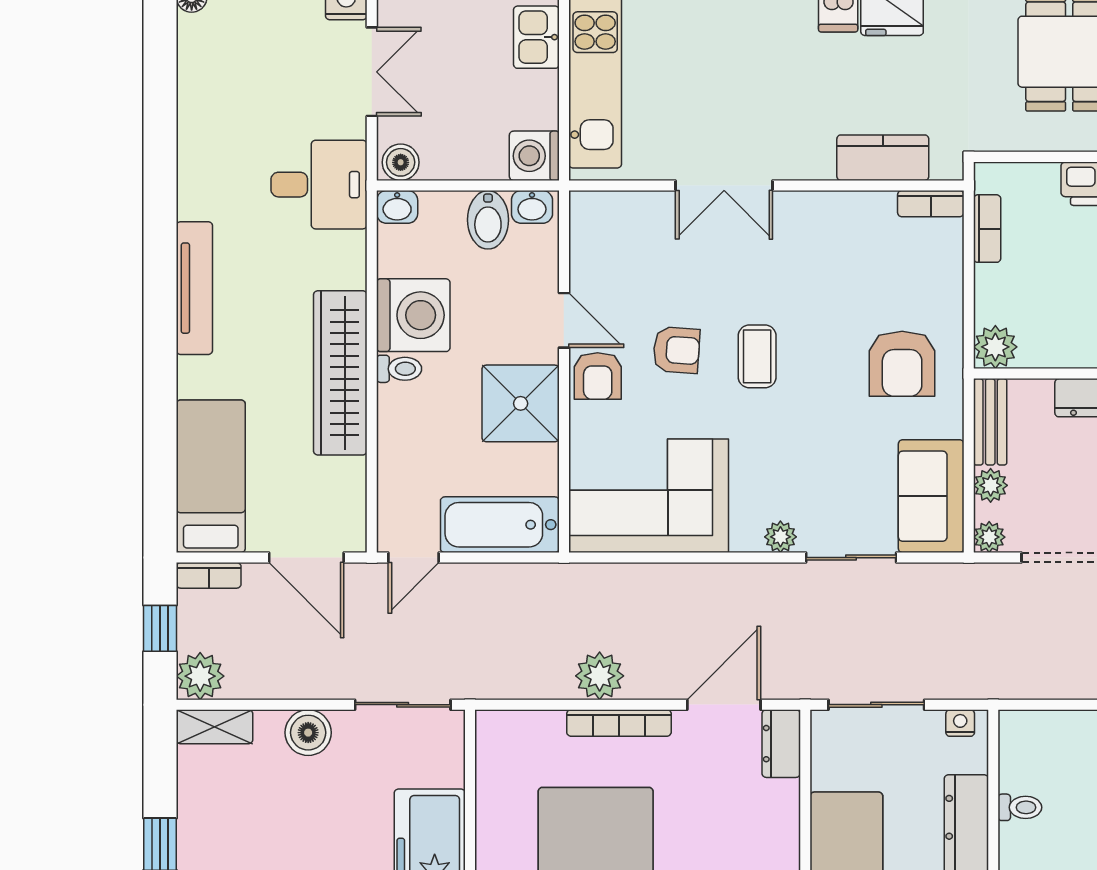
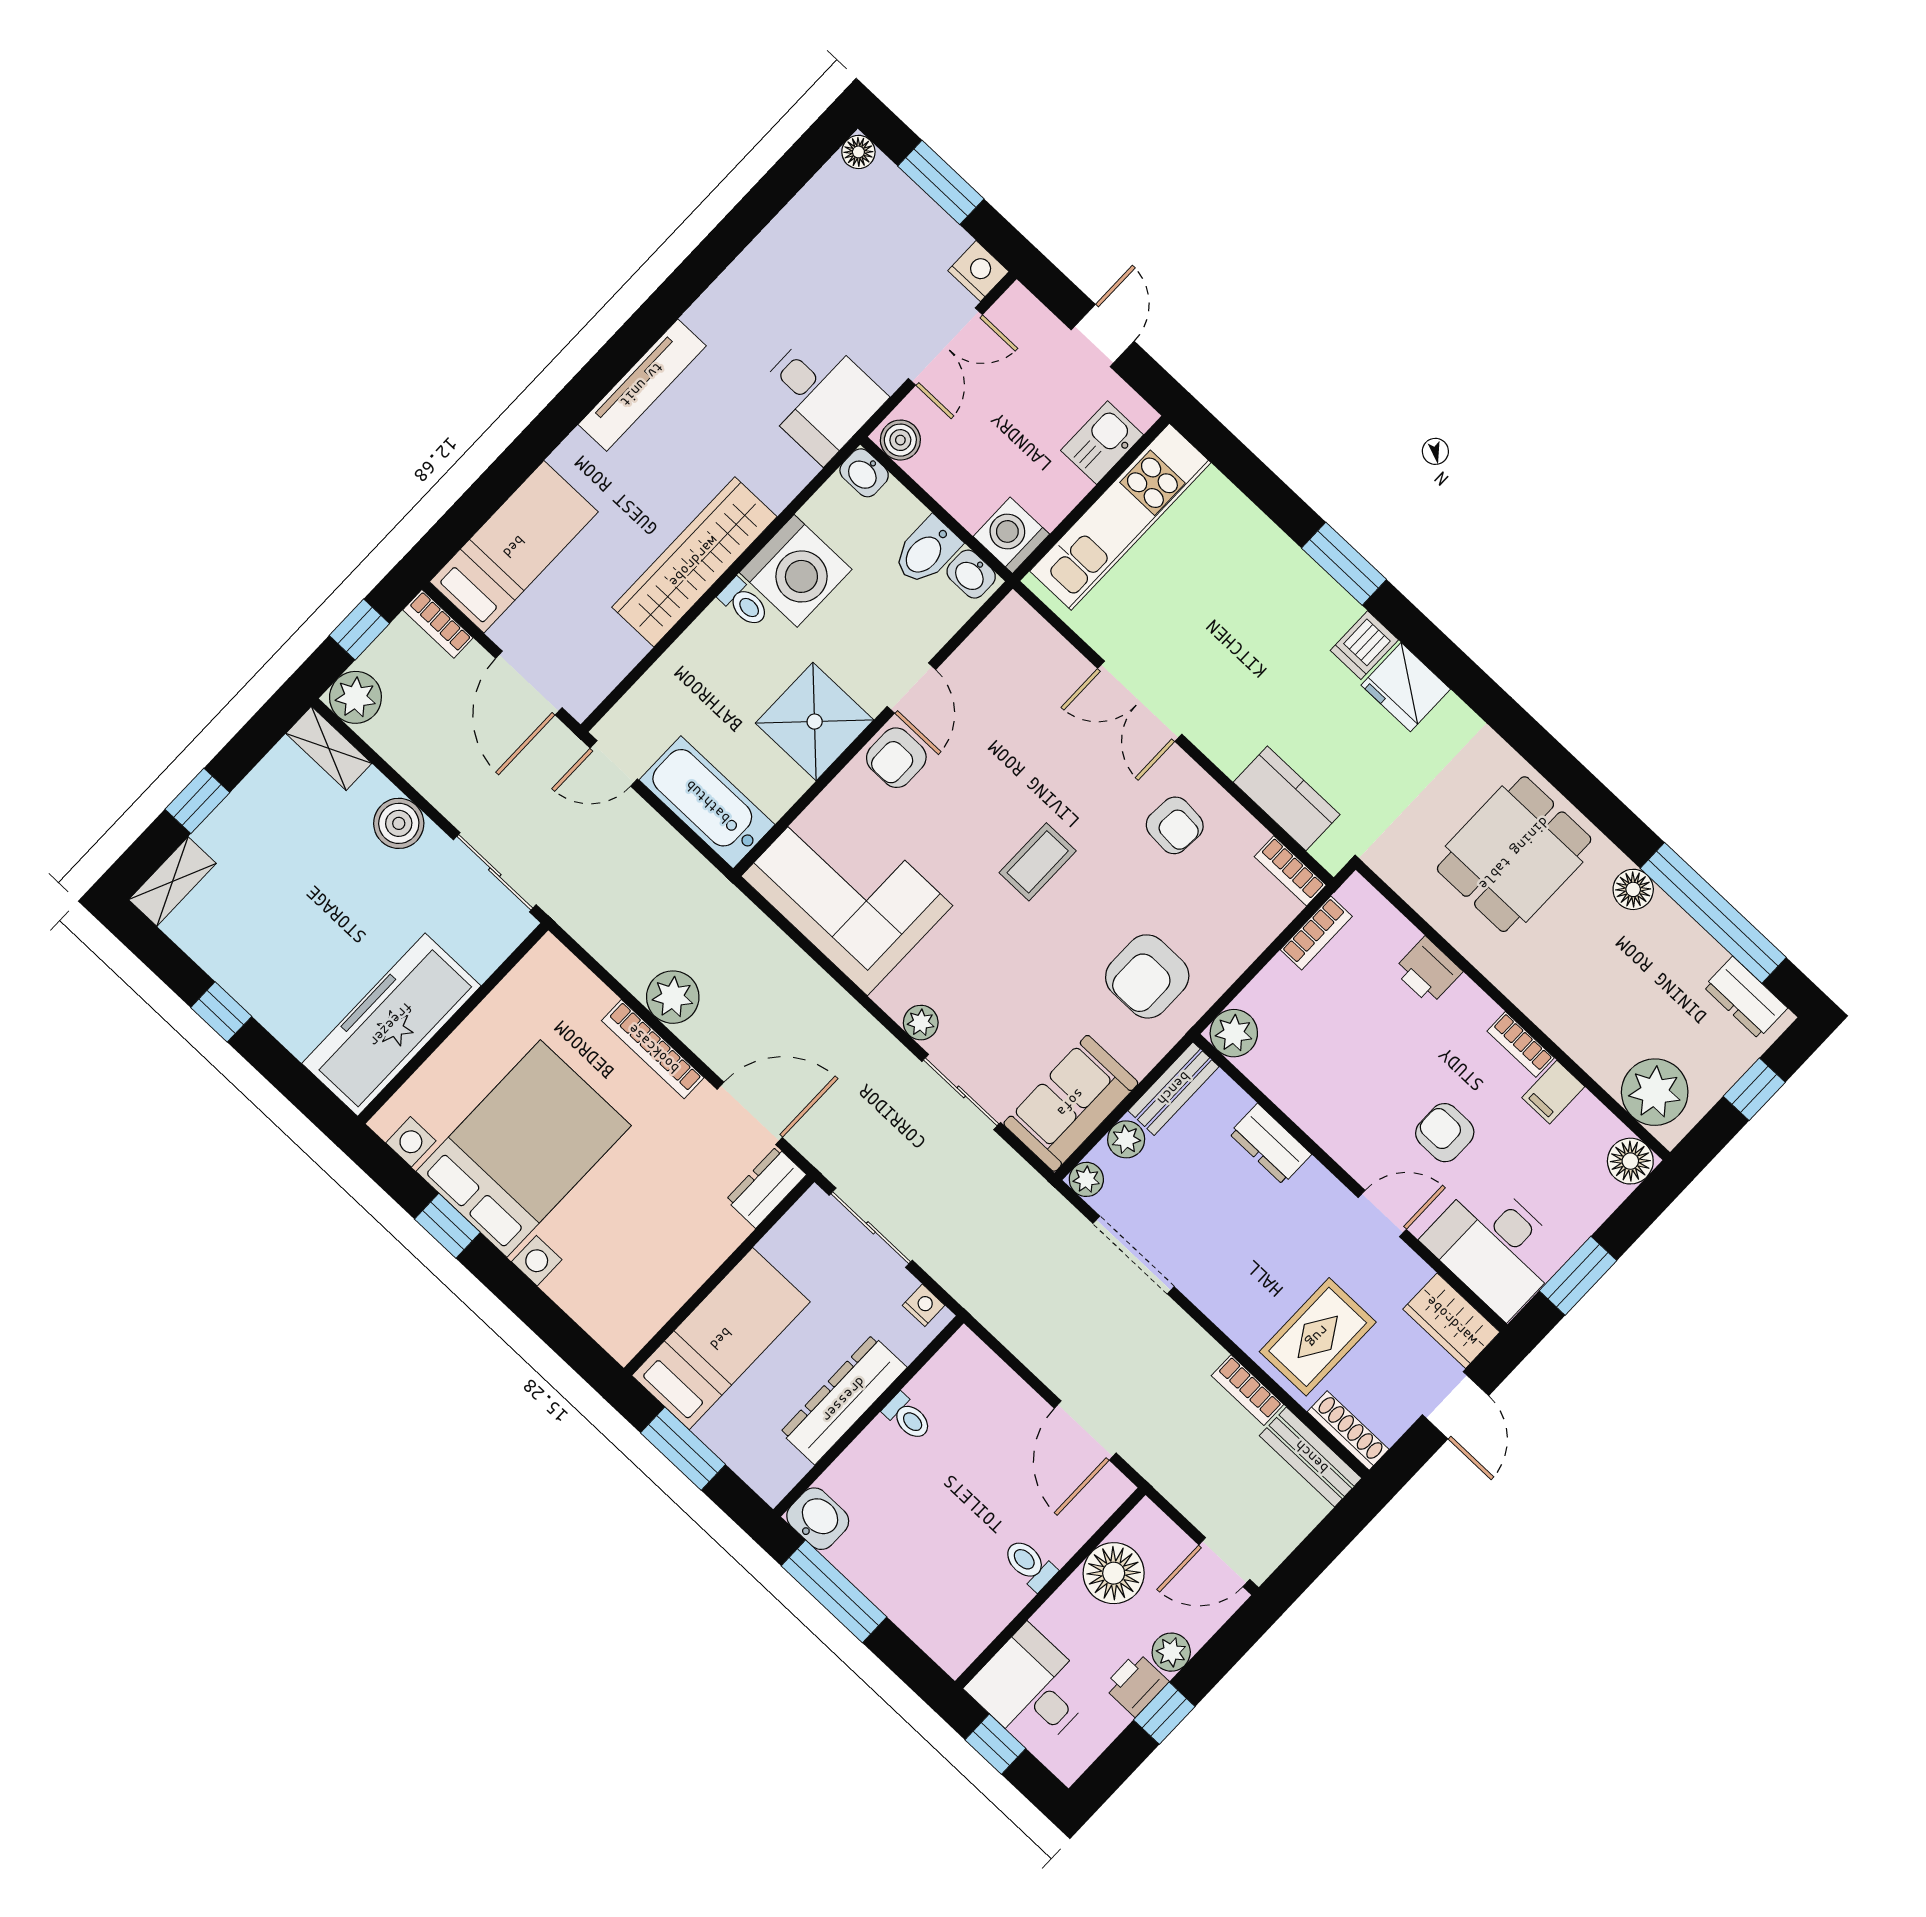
armchair: (676, 350) -> (1175, 825), moved

